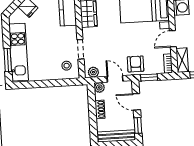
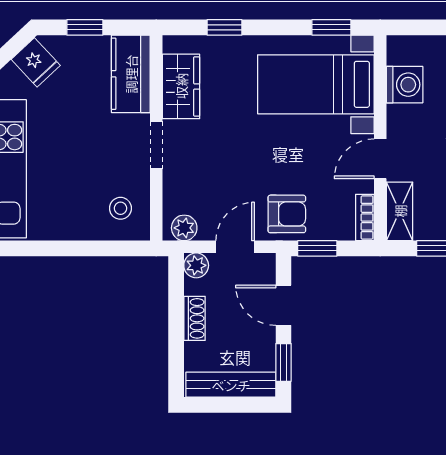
doorway: (80, 49) -> (156, 145), moved
armchair: (136, 64) -> (287, 214), turned 90
door: (115, 79) -> (235, 247), hinge flipped

